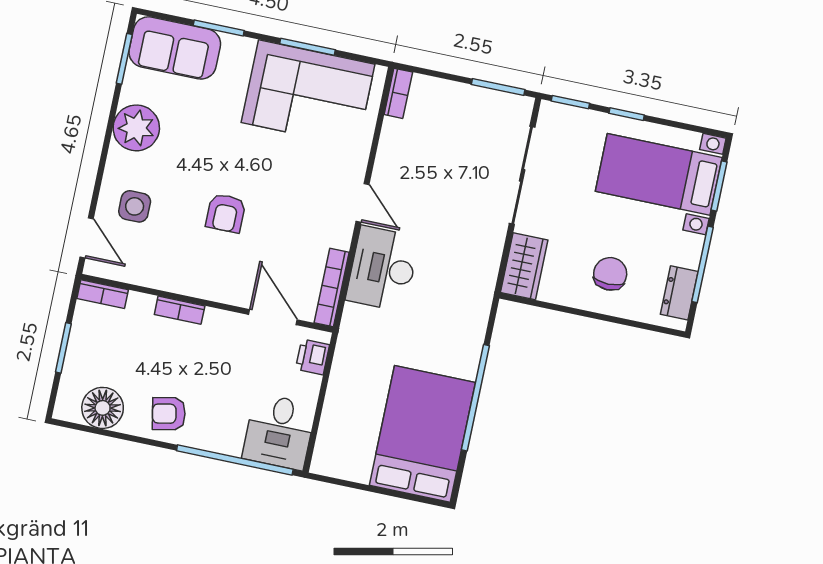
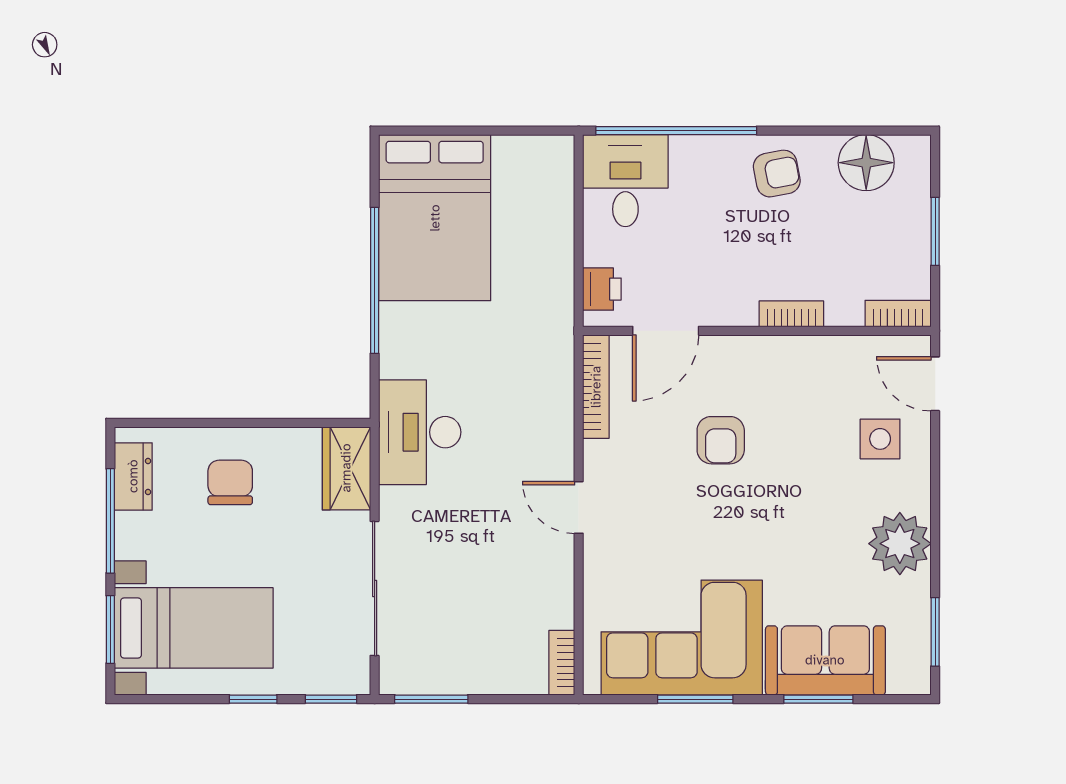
sofa: (175, 48) -> (825, 660), moved
armchair: (226, 213) -> (721, 440), moved, turned 180
desk: (383, 269) -> (420, 432), moved, turned 180
chair: (610, 274) -> (230, 482), turned 180
door: (273, 317) -> (666, 331), hinge flipped

